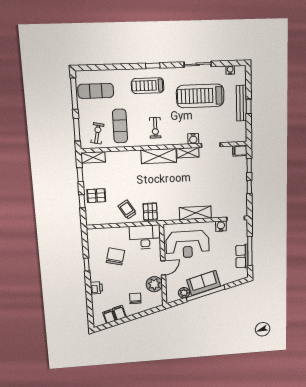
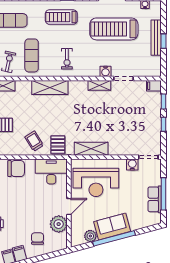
shelving: (159, 156) -> (50, 87), moved
shelving: (195, 213) -> (91, 149), moved
chair: (115, 256) -> (16, 169), moved, turned 76

